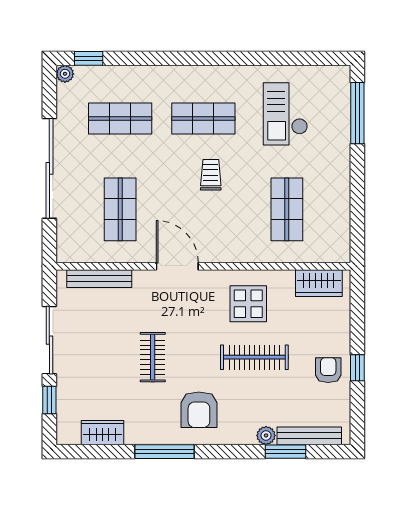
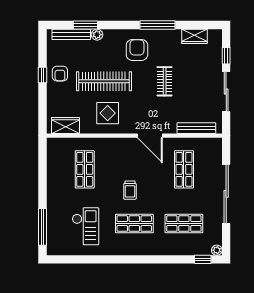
clothes rail: (254, 357) -> (104, 81), width x1.37, depth x1.31

